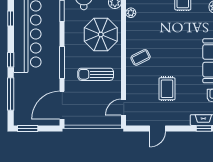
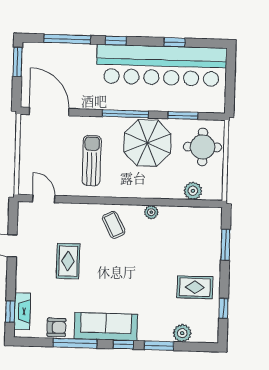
plant: (131, 13) -> (151, 212), moved
parasol: (101, 34) -> (147, 143), moved
window: (62, 63) -> (125, 114), moved
rug: (167, 89) -> (68, 261), turned 90

